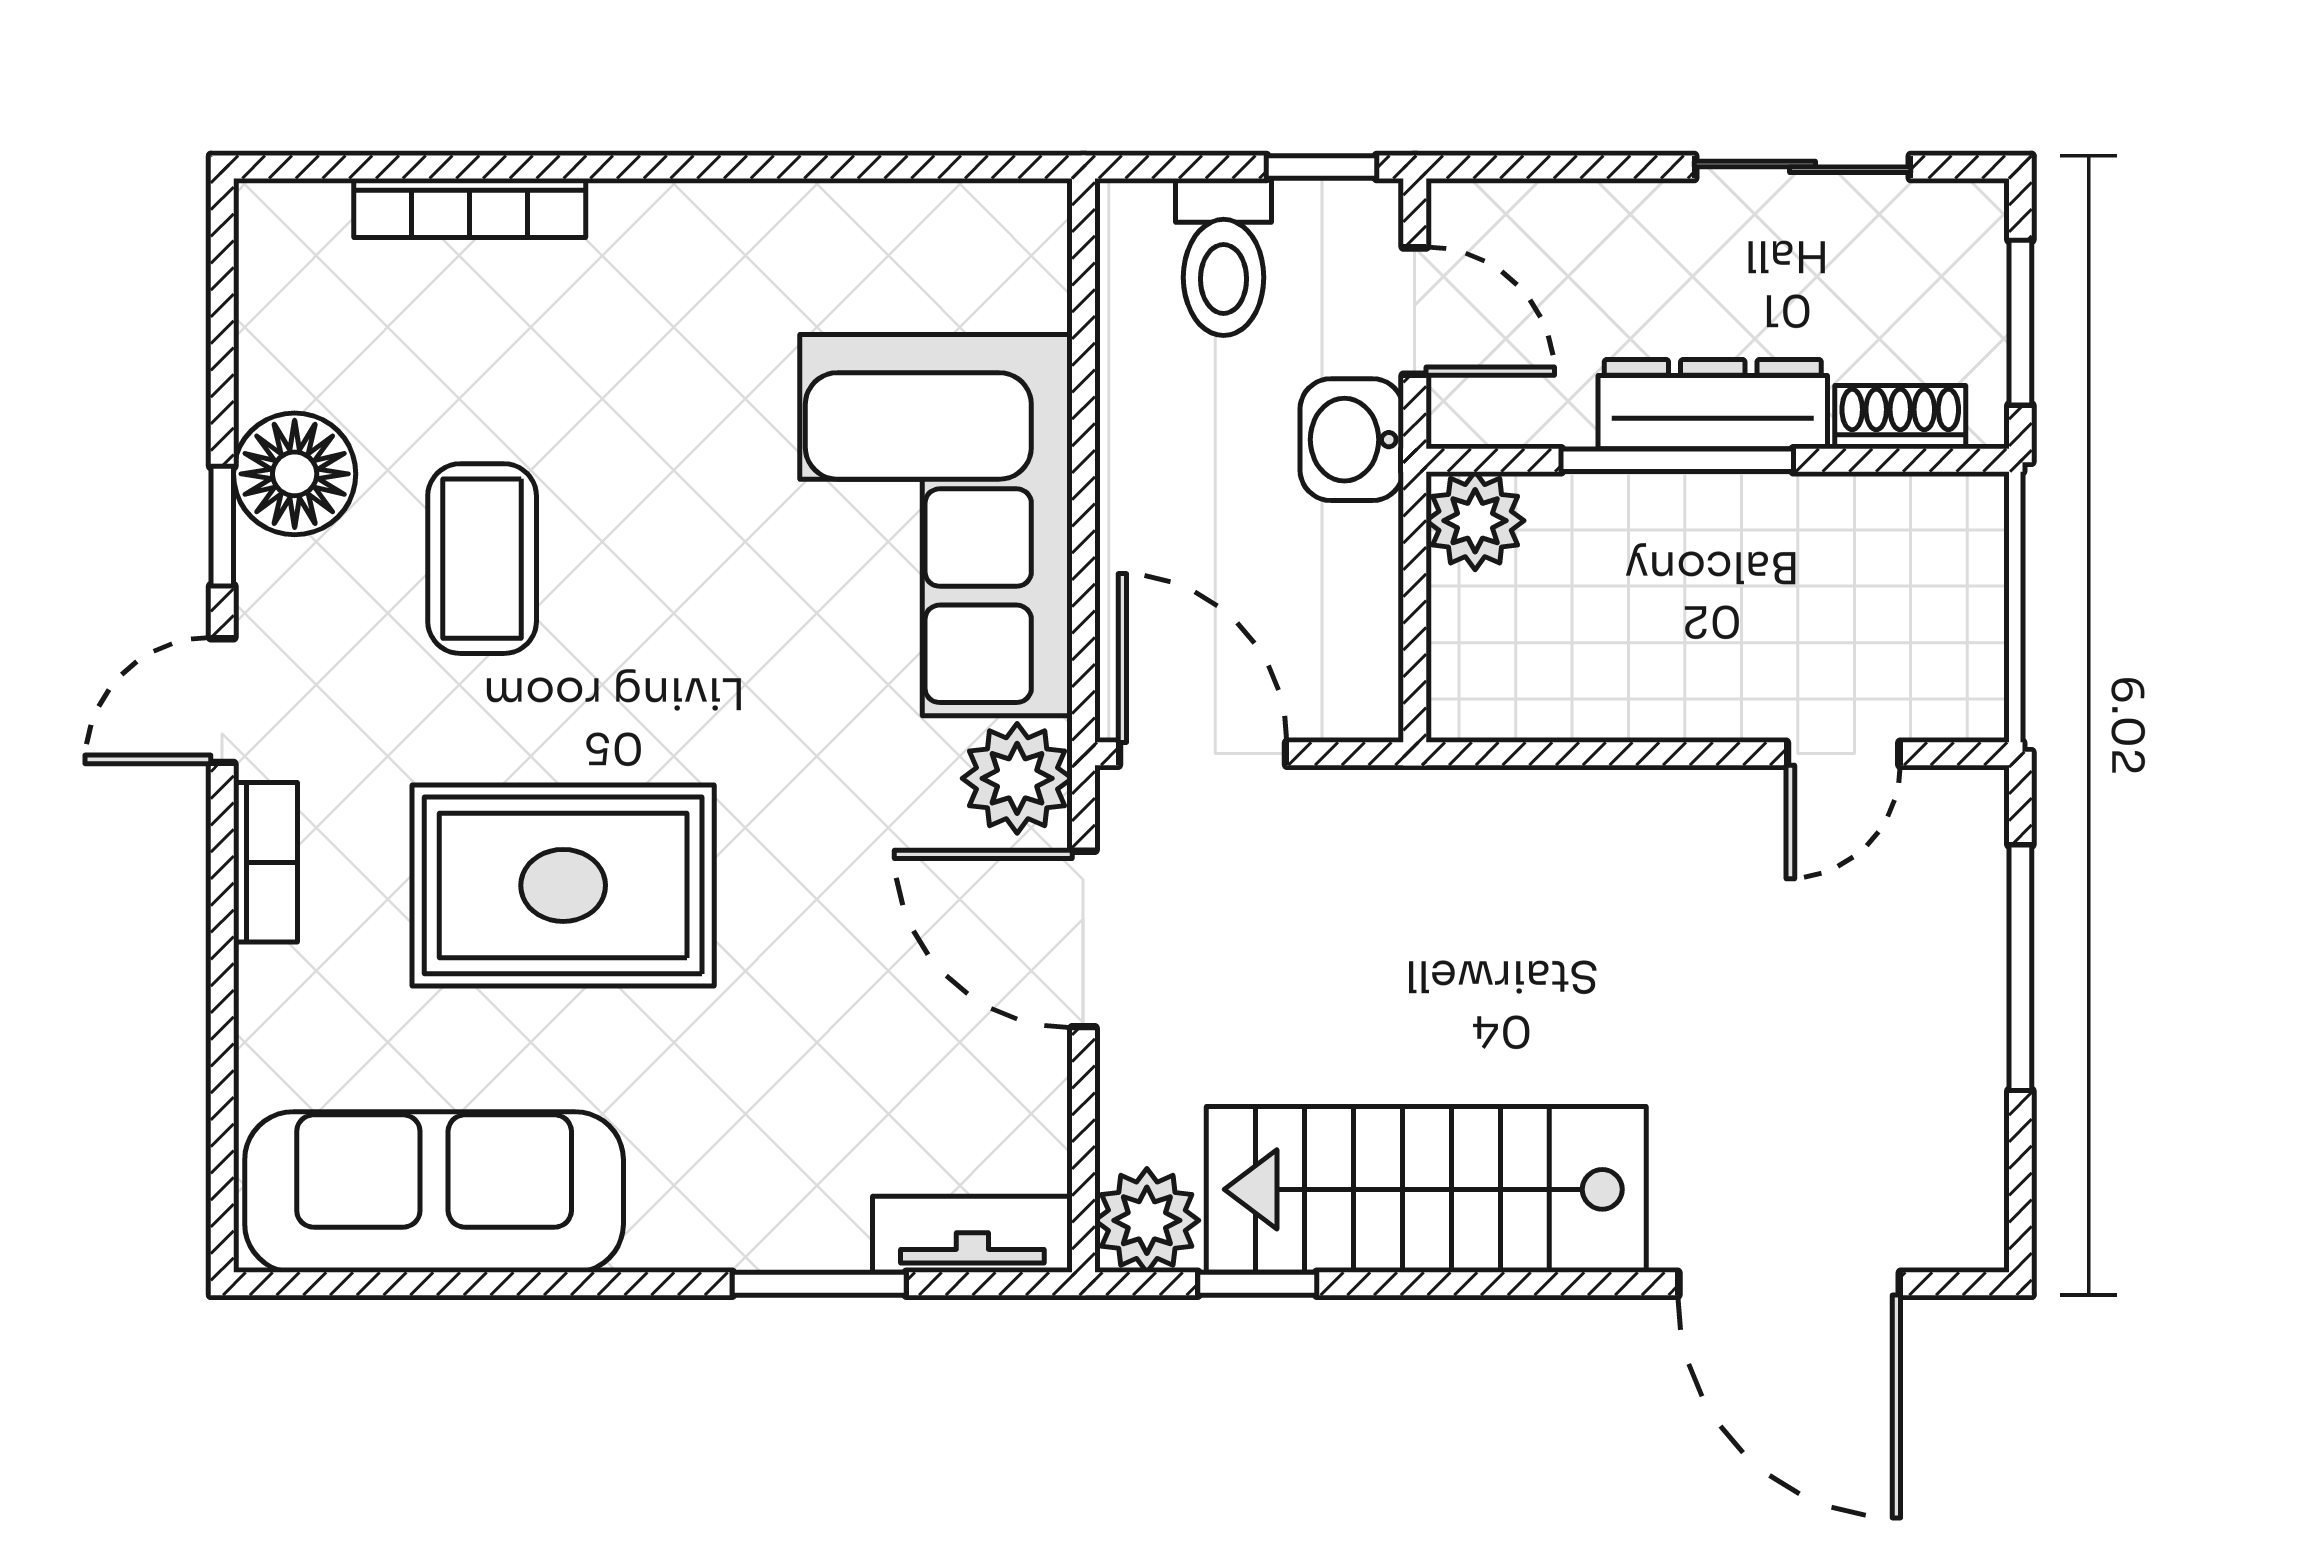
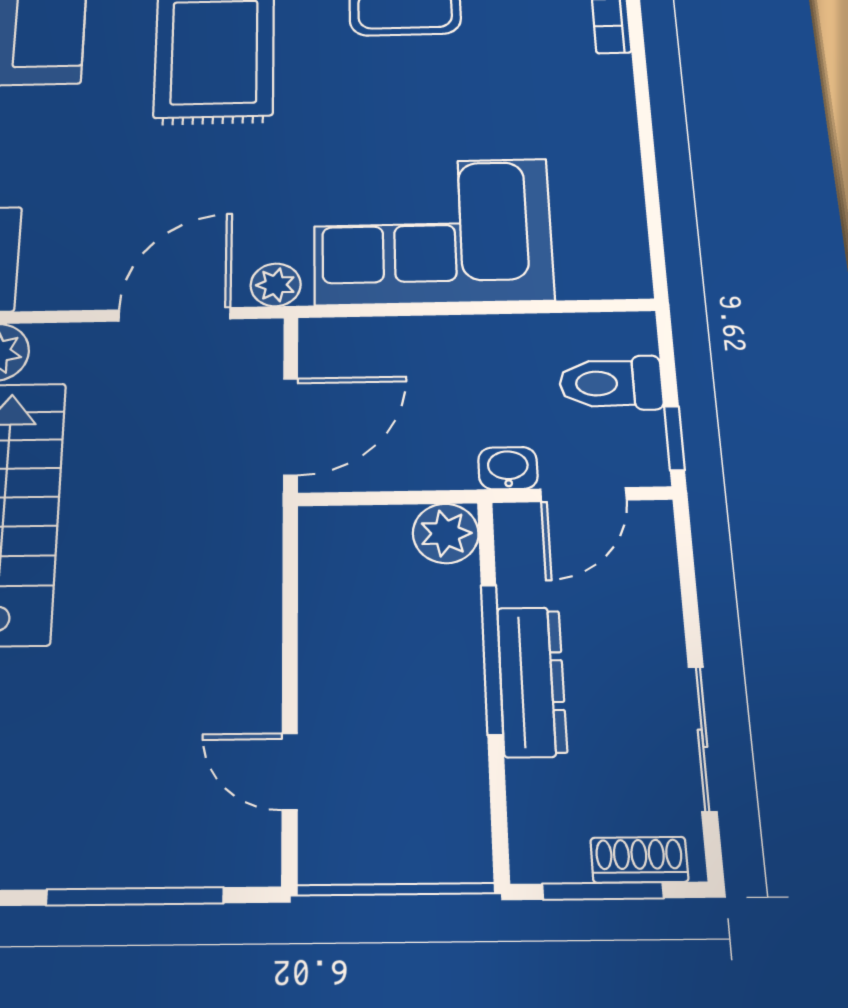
shoe rack: (1900, 417) -> (639, 860), moved, turned -90
washbasin: (1352, 440) -> (508, 468), width x0.72, depth x0.69
door: (1203, 754) -> (291, 427), moved
plant: (1017, 778) -> (276, 285), width x0.73, depth x0.73

